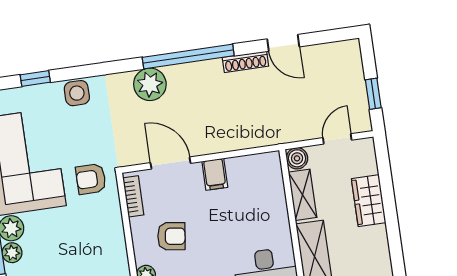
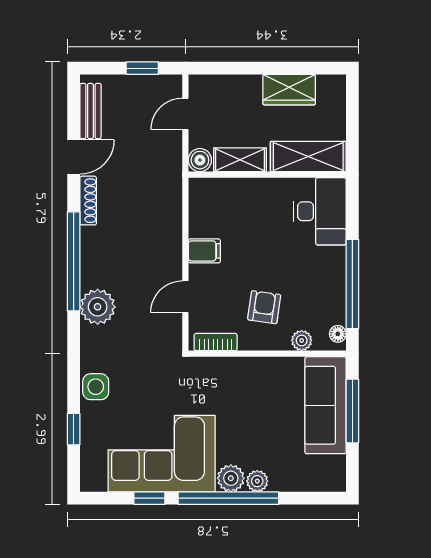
bench: (327, 52) -> (90, 111), added
door: (337, 139) -> (185, 114), hinge flipped
door: (171, 163) -> (185, 297), width x0.73
armchair: (91, 179) -> (190, 385), removed
wardrobe: (369, 201) -> (289, 90), moved

